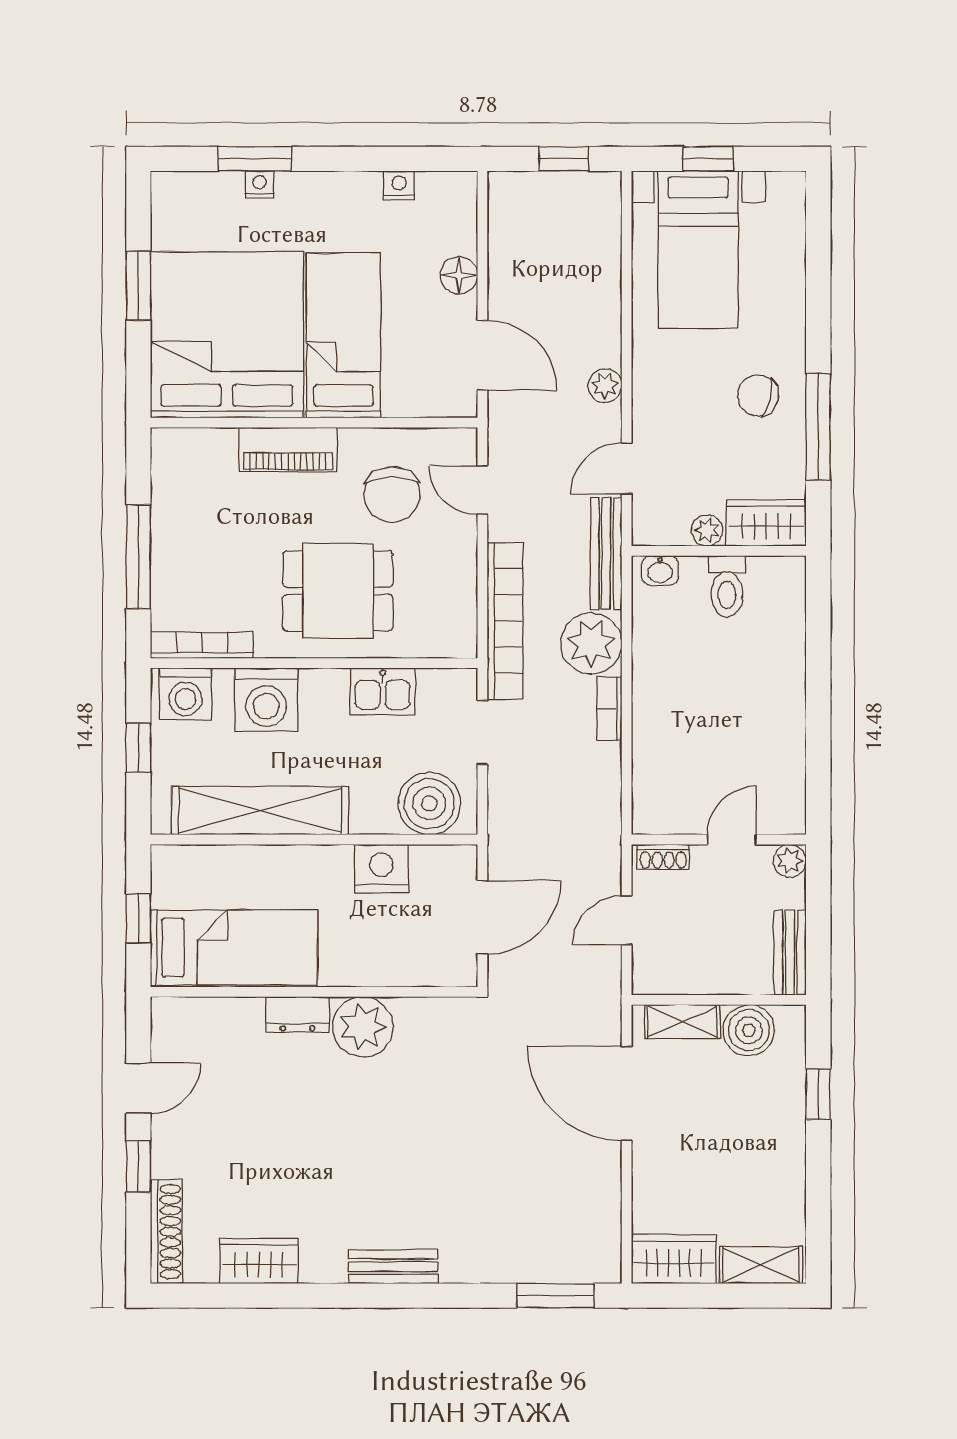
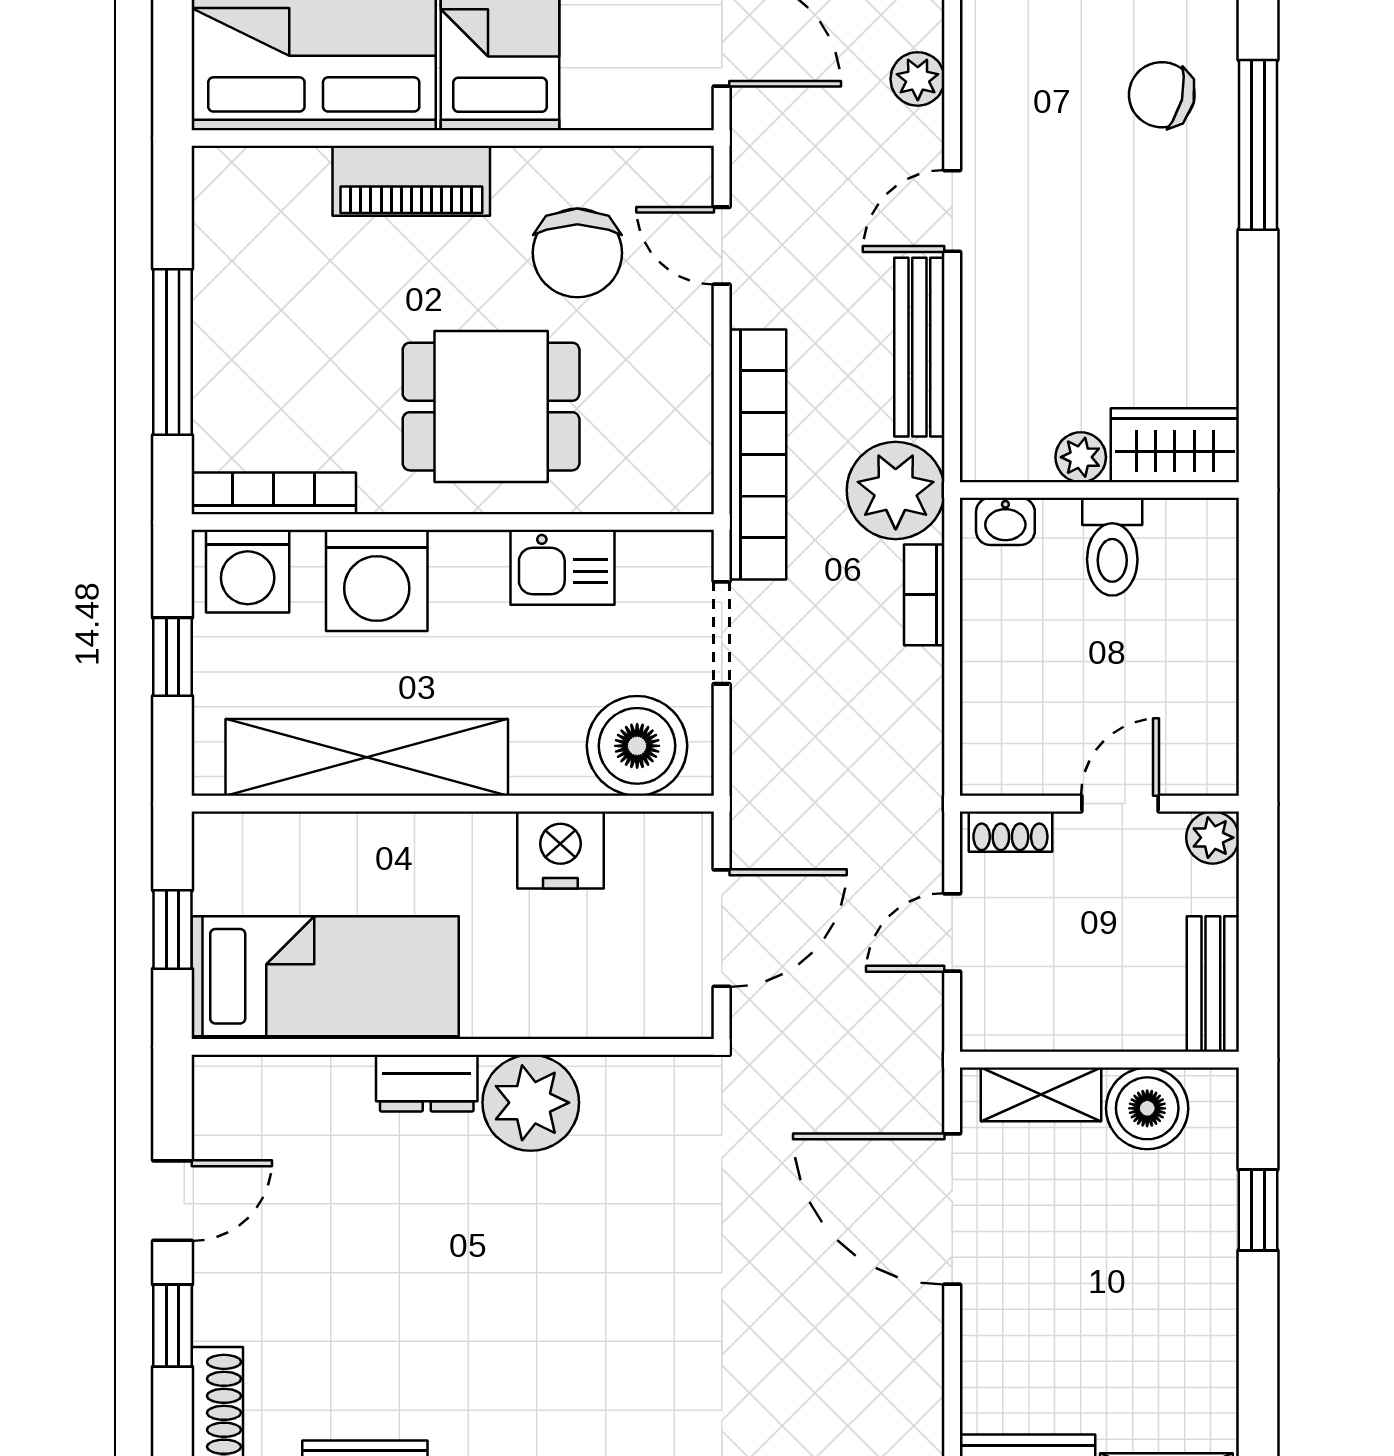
wardrobe: (766, 523) -> (1175, 445), moved
plant: (707, 530) -> (1081, 457), moved
wall: (719, 551) -> (1099, 490), moved
washbasin: (660, 571) -> (1005, 521), moved
toilet: (727, 586) -> (1112, 547), moved

